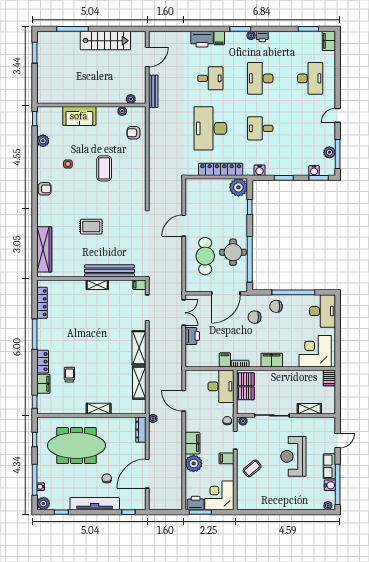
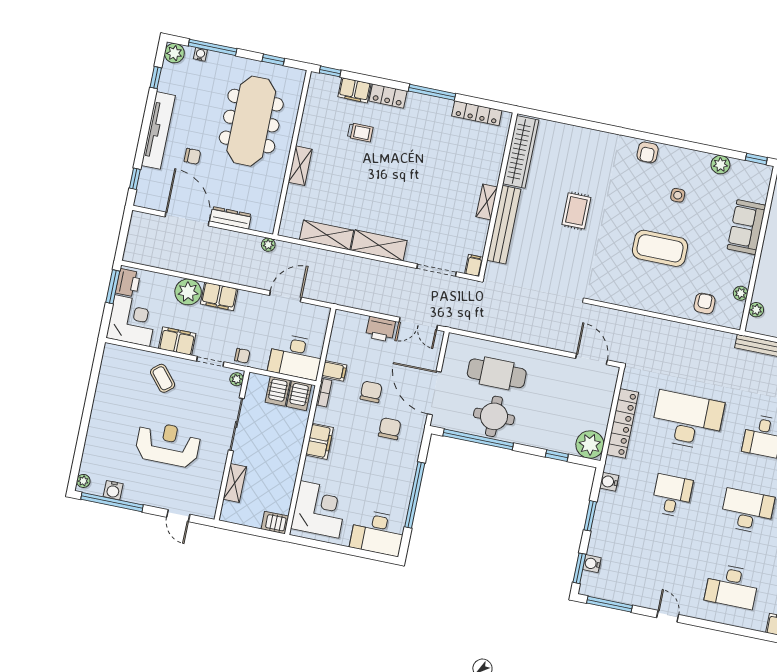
plant: (329, 152) -> (615, 592), removed
coffee table: (104, 168) -> (660, 248), width x1.36, depth x1.32
door: (184, 226) -> (591, 359), moved
wardrobe: (44, 249) -> (521, 152), moved, turned -90
chair: (276, 306) -> (371, 392), moved
dresser: (141, 430) -> (231, 218), moved
filing cabinet: (226, 458) -> (177, 341), width x2.00
row of seats: (329, 466) -> (142, 495), removed

